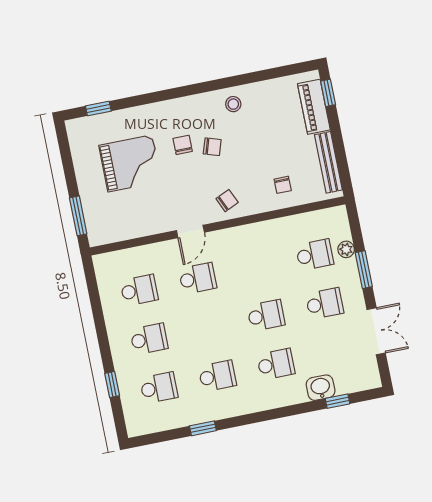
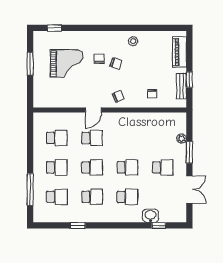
window: (328, 93) -> (189, 80), moved
bench: (328, 162) -> (181, 86), width x0.73
window: (78, 216) -> (30, 64), moved
school desk: (315, 255) -> (92, 167), moved
window: (112, 385) -> (30, 190), width x2.17

